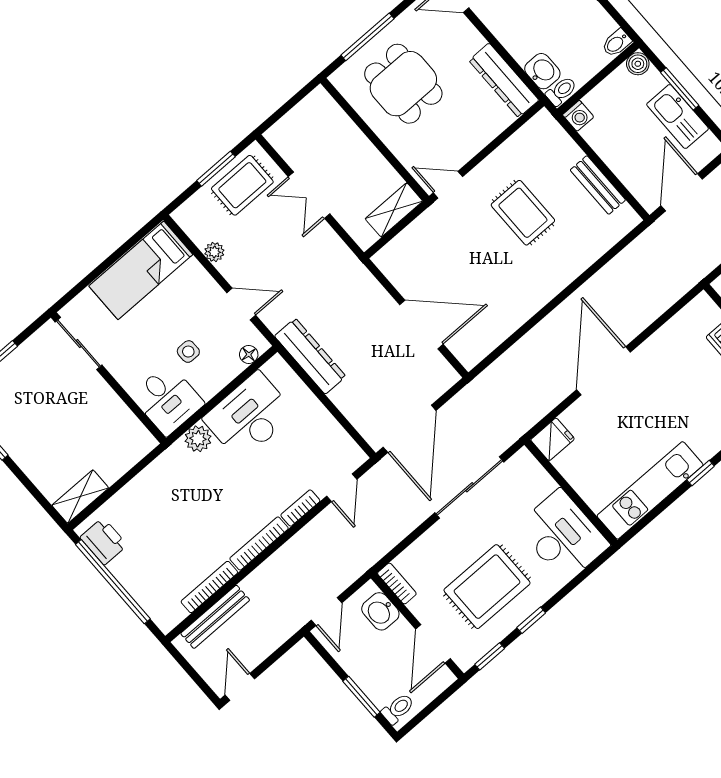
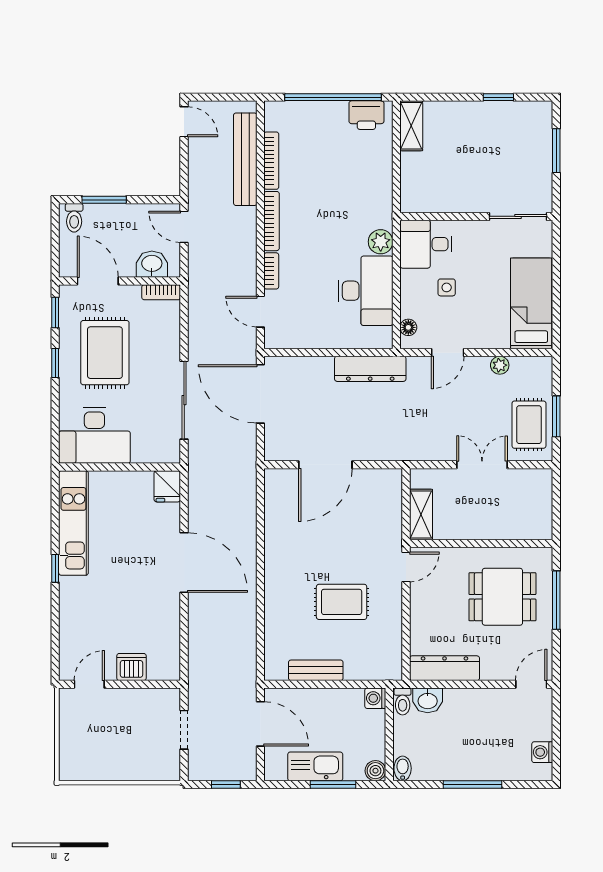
bench: (215, 617) -> (245, 159), width x1.37, depth x1.21

